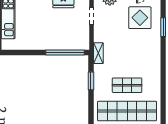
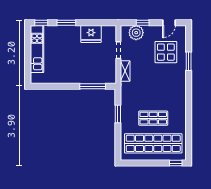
window: (65, 53) -> (93, 86), width x0.68
shelving: (98, 53) -> (125, 71), moved

